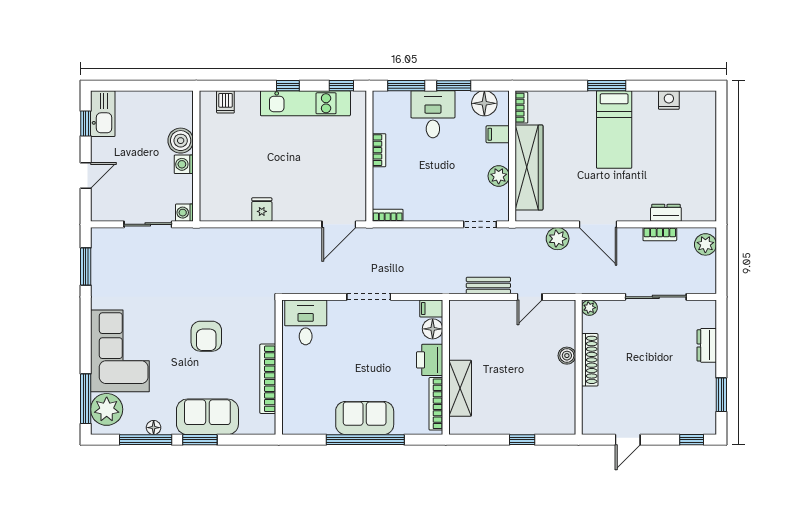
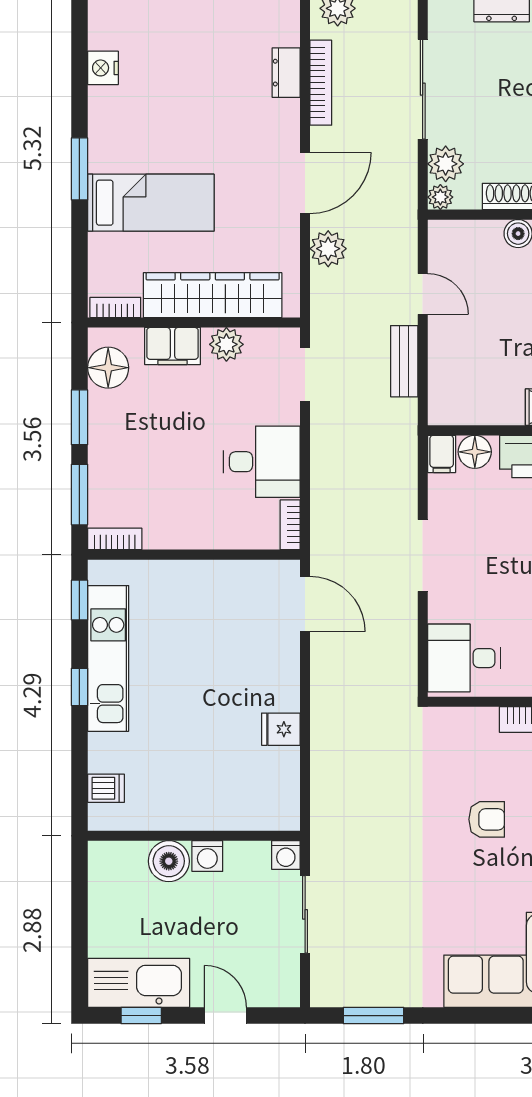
kitchen sink: (103, 114) -> (139, 983), width x1.36, depth x1.24
desk: (433, 114) -> (262, 462), moved, turned 180
bed: (614, 130) -> (151, 203), moved
filing cabinet: (498, 134) -> (172, 346), width x2.00
bookcase: (379, 150) -> (115, 539), moved
bookcase: (660, 234) -> (321, 83), width x1.56
plant: (610, 311) -> (446, 164), added
armchair: (206, 336) -> (487, 819), width x0.72, depth x0.72

